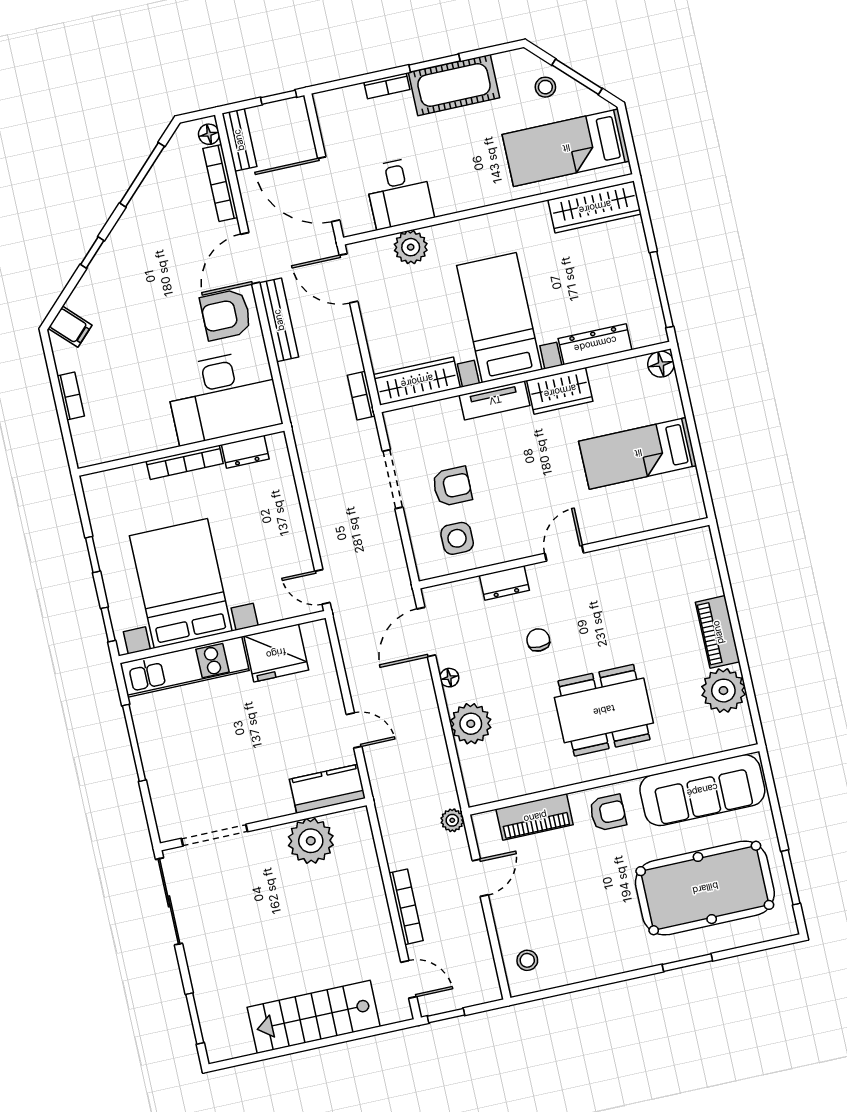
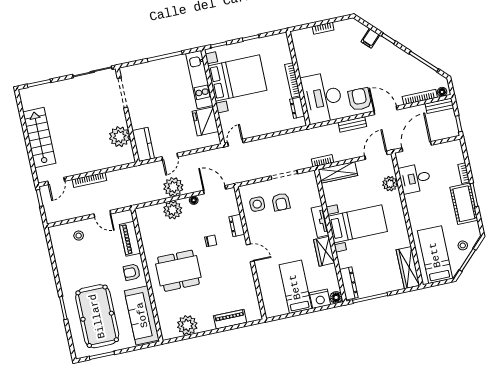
bench: (279, 320) -> (352, 124), width x0.73
filing cabinet: (70, 327) -> (370, 38), moved
dresser: (595, 344) -> (349, 283), moved
wardrobe: (417, 381) -> (338, 172), moved, turned 90
nightstand: (664, 400) -> (320, 299), added
piano: (718, 632) -> (230, 319), moved
dining table: (604, 710) -> (178, 271), turned 90
armchair: (608, 813) -> (132, 272), turned 90
plant: (452, 820) -> (173, 187), moved, width x1.88, depth x1.88
stool: (527, 960) -> (79, 236), moved

